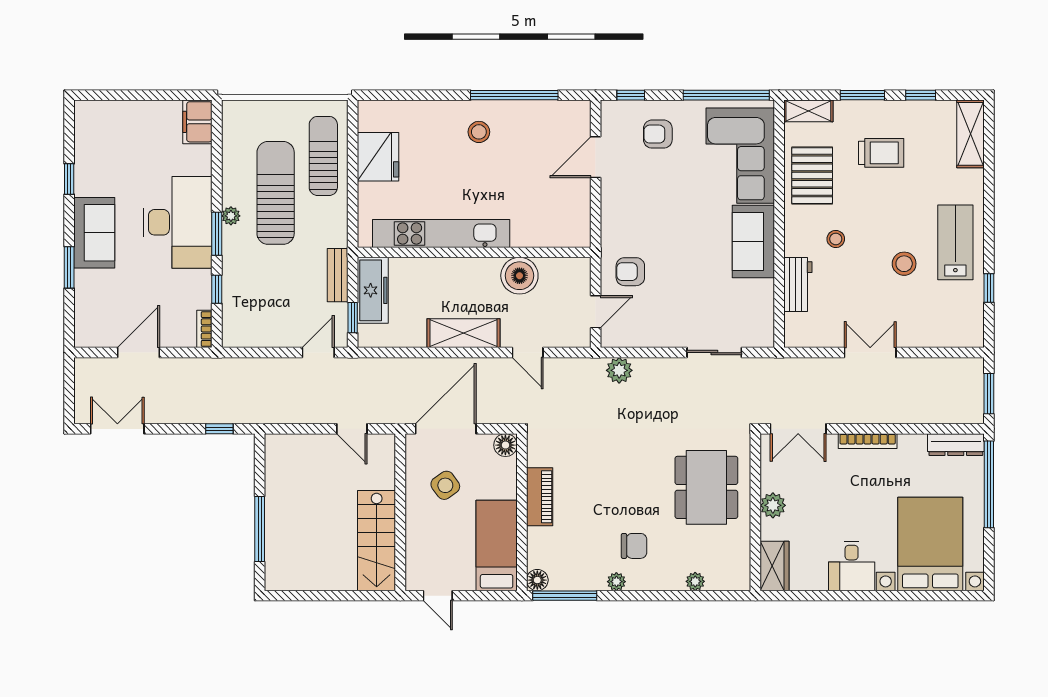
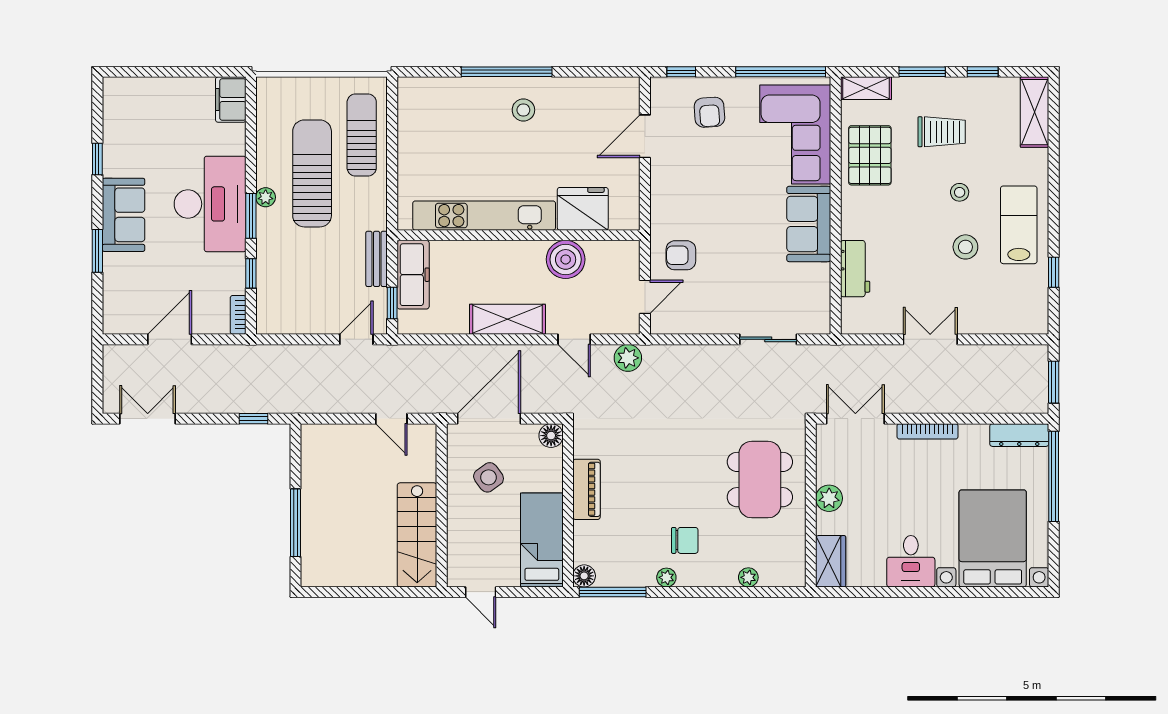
window: (514, 95) -> (507, 72), moved
armchair: (658, 134) -> (709, 112), turned -94
fridge: (378, 157) -> (583, 209), moved, turned -90
stool: (836, 239) -> (960, 192), moved
plant: (619, 370) -> (628, 358), moved
double door: (798, 429) -> (855, 419), swing flipped

